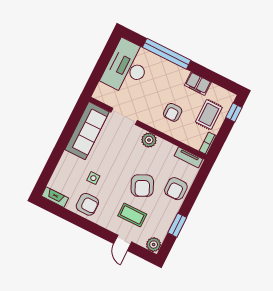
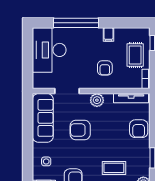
filing cabinet: (198, 84) -> (108, 34), width x0.50
tv unit: (189, 157) -> (131, 98), width x1.41
side table: (93, 178) -> (46, 161), moved
armchair: (142, 186) -> (80, 130), moved, turned 115

